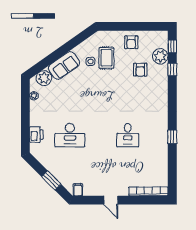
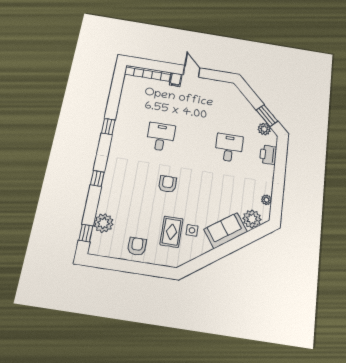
window: (172, 69) -> (97, 179), moved
armchair: (140, 70) -> (168, 184), moved
desk: (70, 135) -> (229, 148), width x0.73
plant: (42, 157) -> (264, 129), added
window: (51, 181) -> (267, 116), moved
filing cabinet: (78, 190) -> (176, 80), moved

